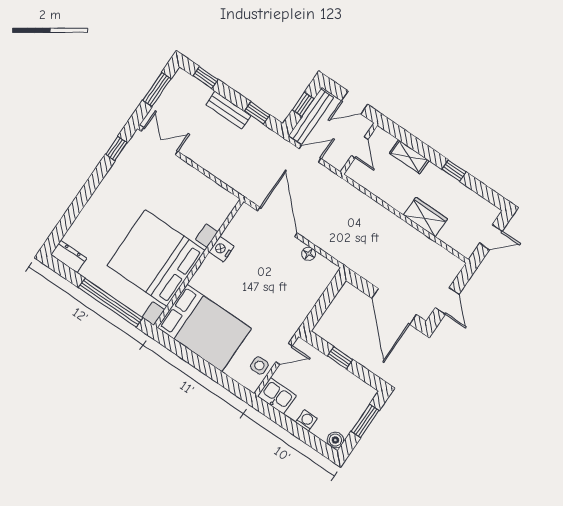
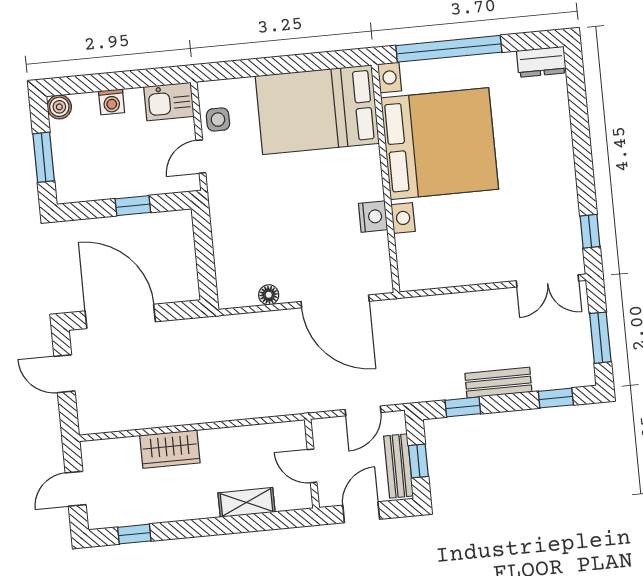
bench: (311, 117) -> (398, 466), width x0.73
window: (454, 171) -> (134, 534), moved

